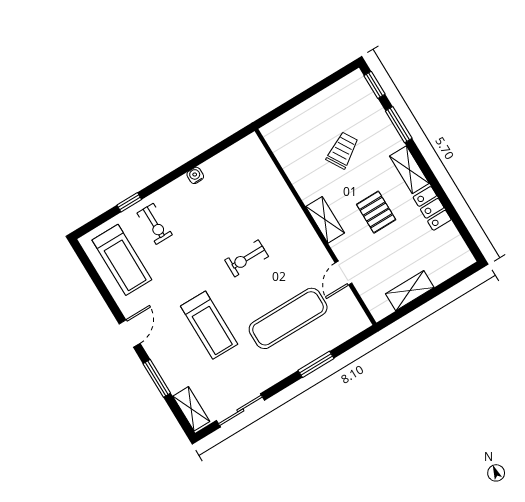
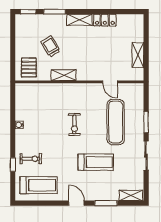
pallet: (376, 212) -> (29, 67), moved, turned 90
shelving: (325, 220) -> (64, 75), moved
sliding door: (240, 410) -> (146, 156), moved

